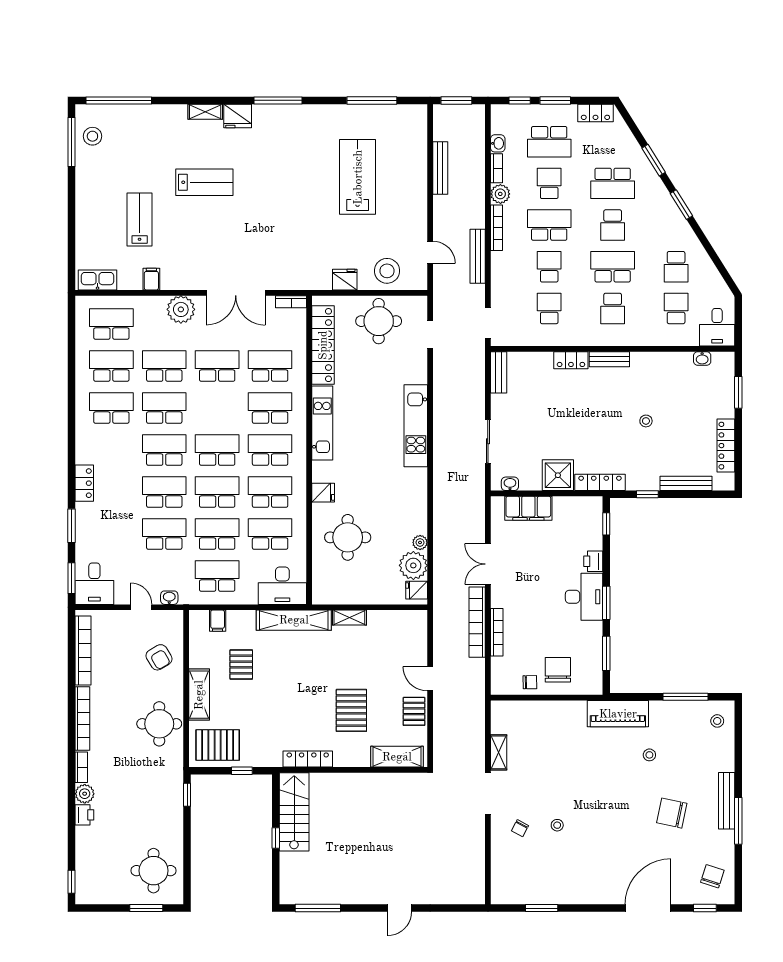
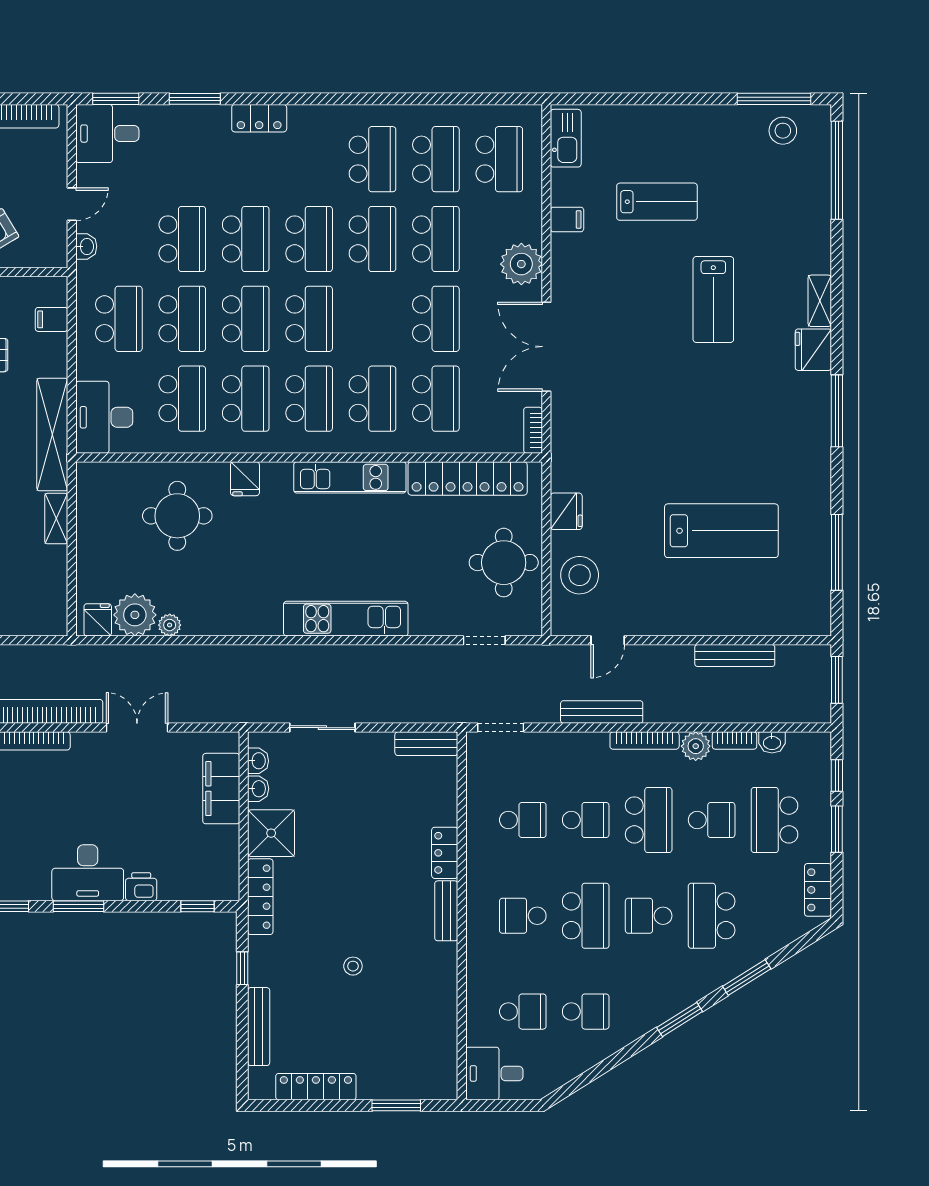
school desk: (676, 267) -> (586, 1012), turned 180
washbasin: (702, 358) -> (258, 789), moved, turned 180

